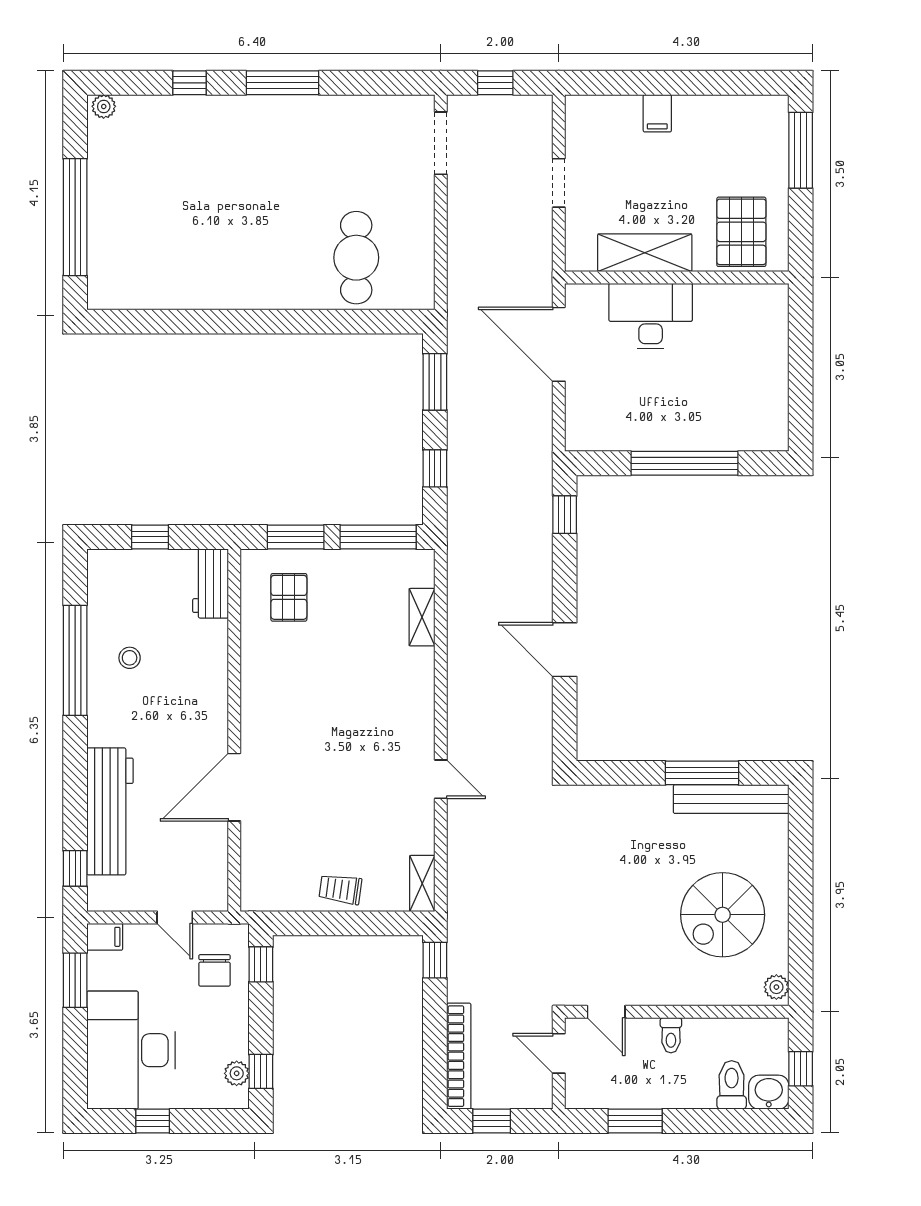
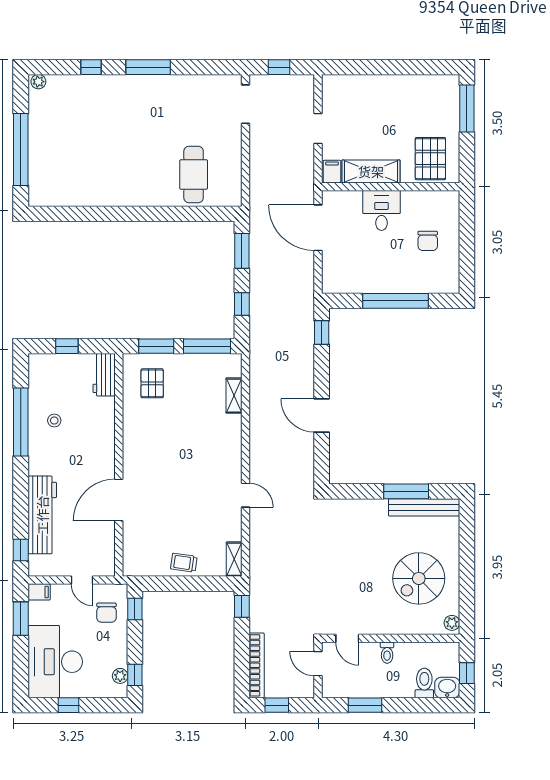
filing cabinet: (657, 113) -> (332, 172), moved, turned 180
desk: (651, 316) -> (381, 210), width x0.73
chair: (737, 366) -> (428, 241), added

